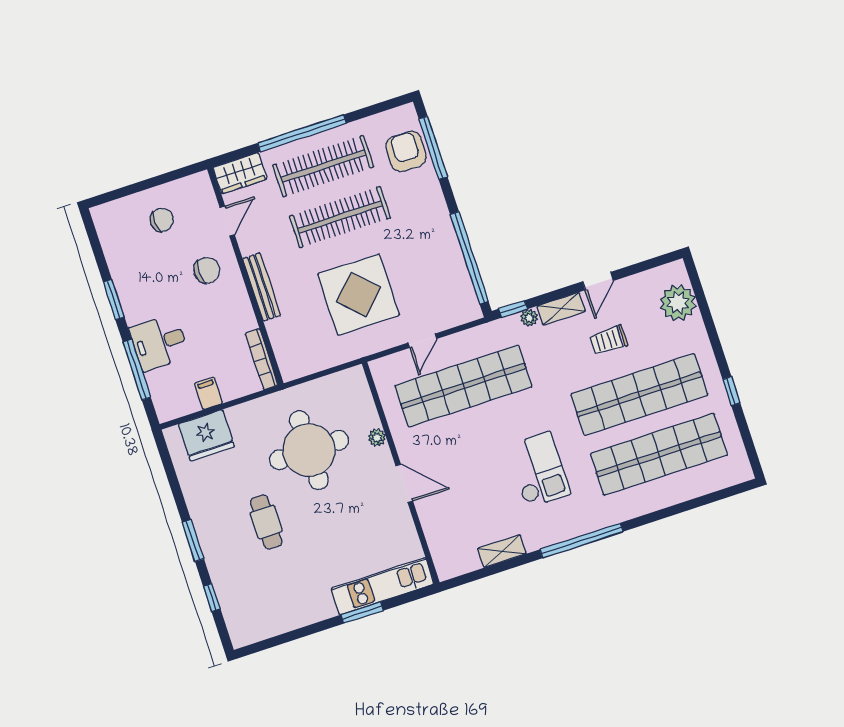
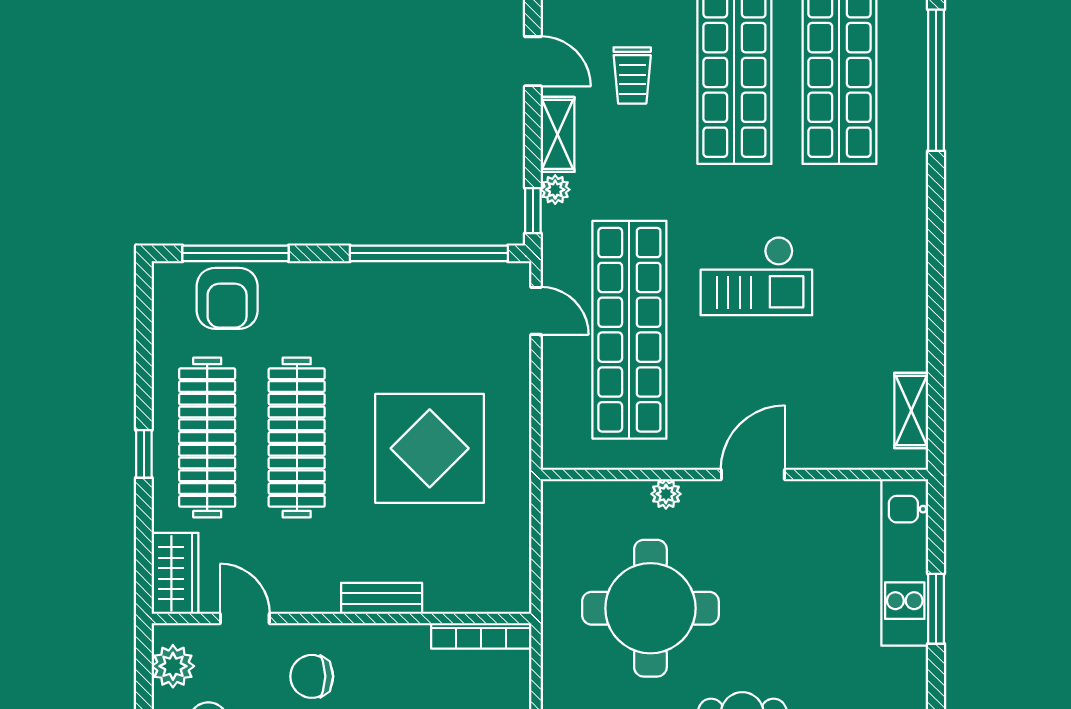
window: (302, 133) -> (144, 454), width x0.32
armchair: (406, 151) -> (227, 298), turned -90
plant: (187, 189) -> (173, 666), added
chair: (207, 270) -> (312, 676), turned -90
bench: (262, 287) -> (382, 598), width x0.73
door: (422, 341) -> (536, 311), moved
checkout: (538, 470) -> (756, 276), moved, turned 180
window: (581, 541) -> (936, 80), moved
shelving: (502, 551) -> (911, 411), moved

